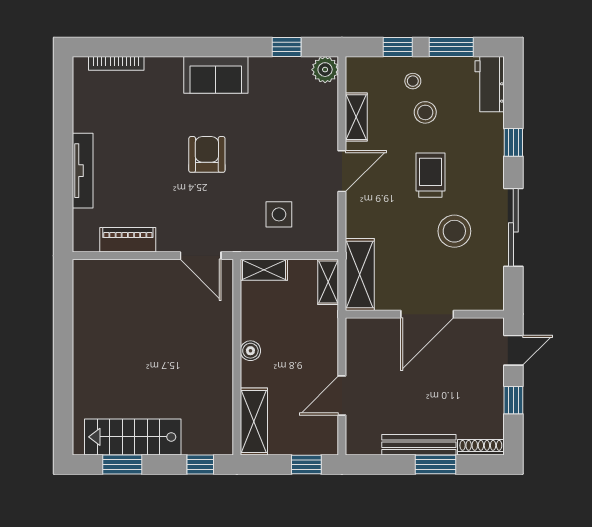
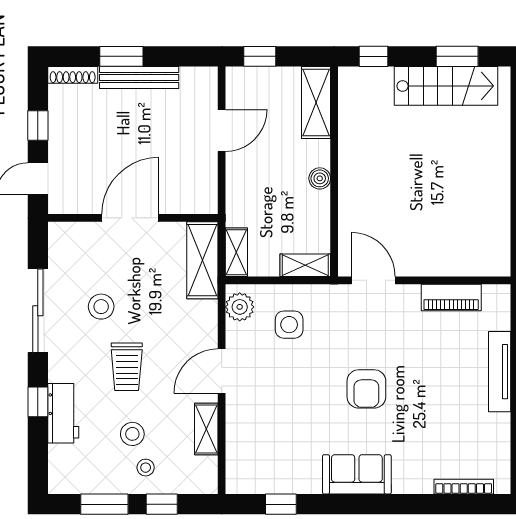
plant: (325, 70) -> (240, 307), moved
workbench: (490, 84) -> (63, 413), moved
stool: (454, 231) -> (101, 307), width x0.73, depth x0.73

